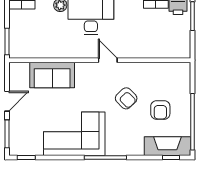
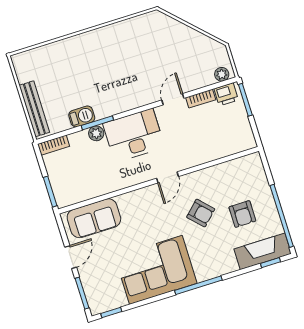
door: (108, 60) -> (167, 177), swing flipped
sofa: (52, 75) -> (94, 218), moved

